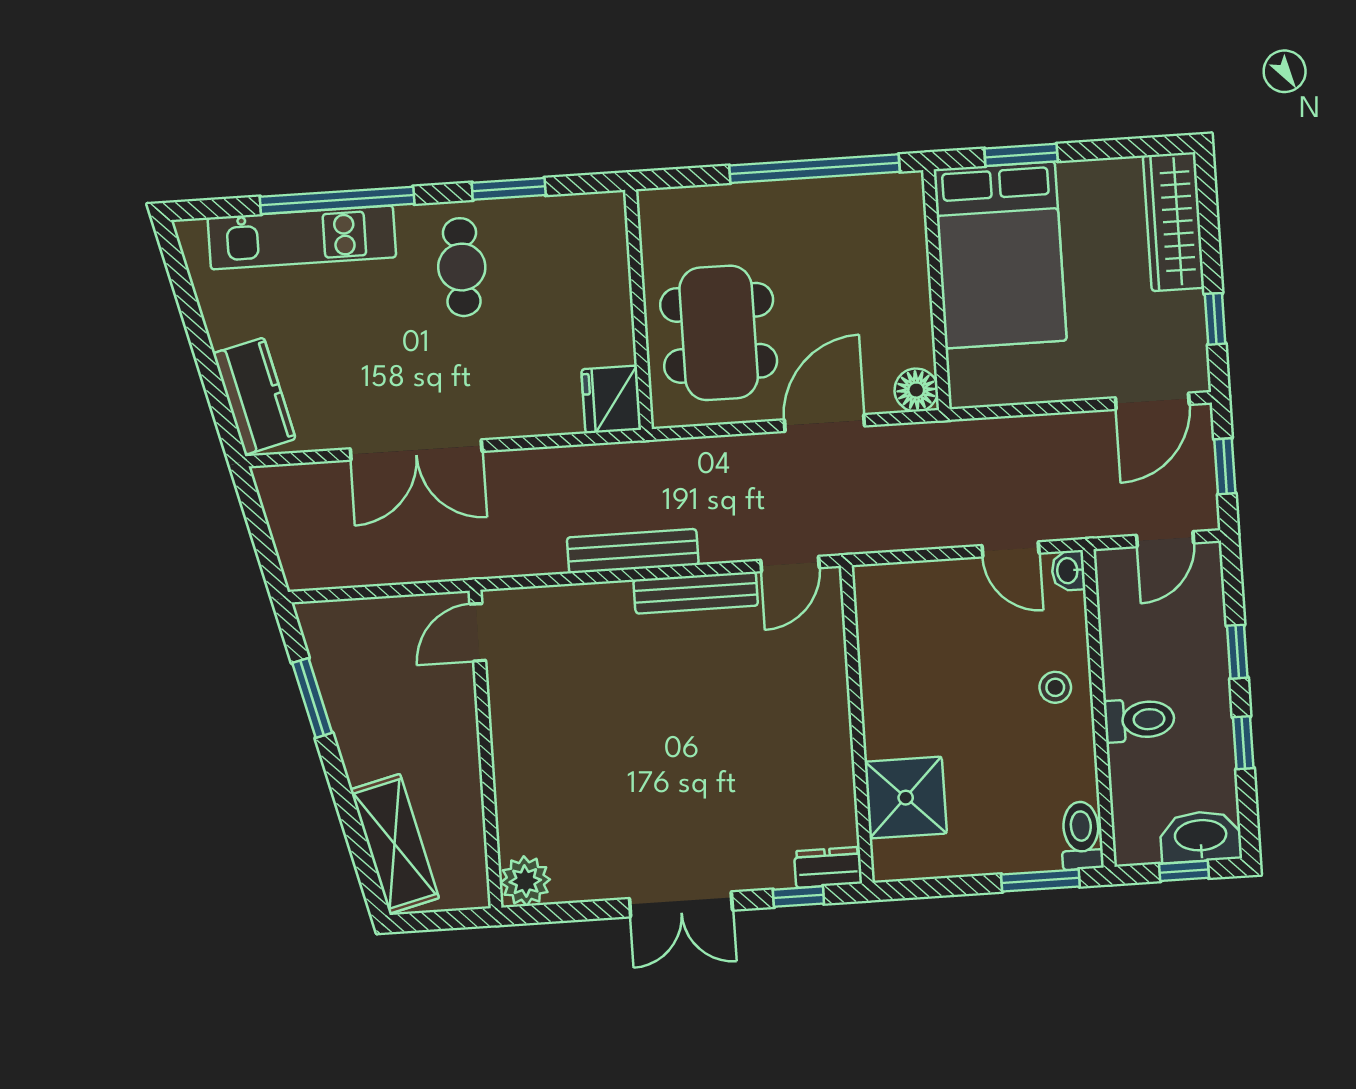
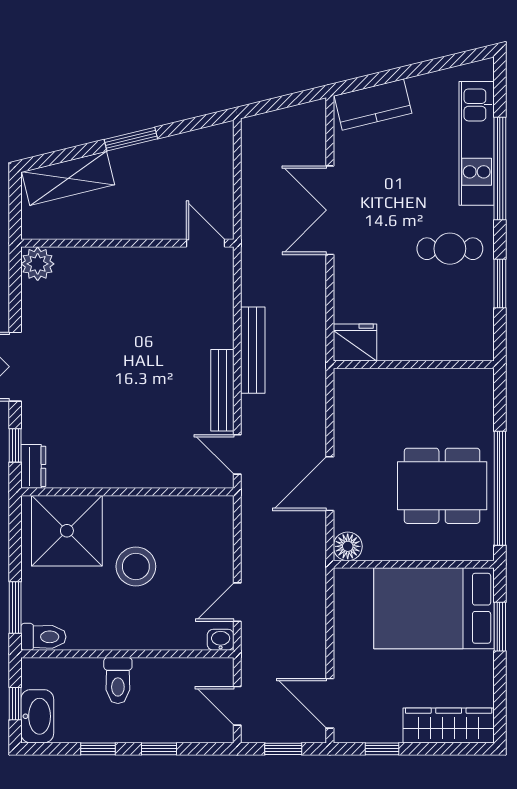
dining table: (719, 333) -> (442, 486), moved
door: (824, 423) -> (330, 484), swing flipped
stool: (1055, 687) -> (136, 566), moved, width x1.89, depth x1.89
window: (312, 698) -> (131, 139), moved
shower: (906, 798) -> (67, 531), width x1.37, depth x1.37

